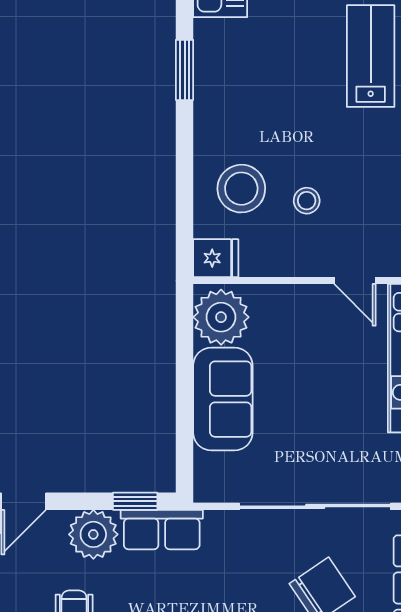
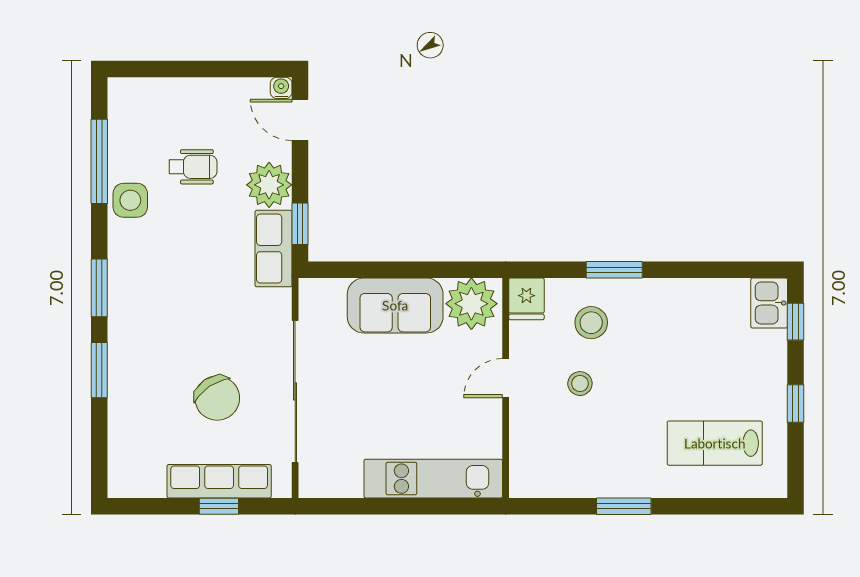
lab bench: (371, 56) -> (715, 443), turned 180
window: (185, 70) -> (614, 270), moved
stool: (241, 189) -> (591, 323), width x0.73, depth x0.73
door: (355, 280) -> (506, 378), moved

